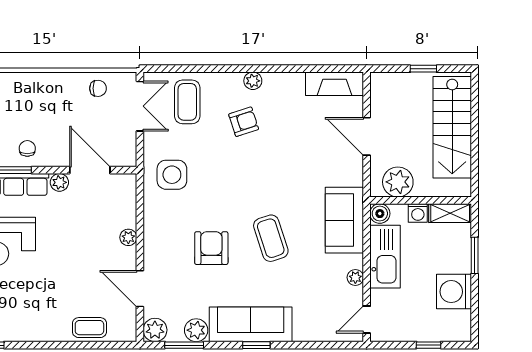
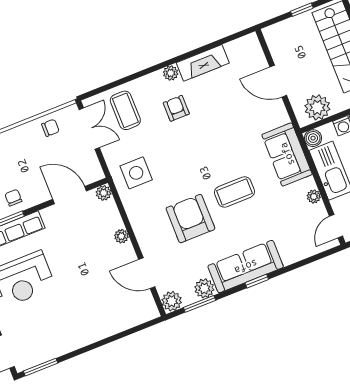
fireplace: (335, 84) -> (203, 63), moved
armchair: (244, 122) -> (176, 108), turned -72
plant: (59, 182) -> (104, 193), moved
coffee table: (271, 238) -> (234, 192), turned -72
armchair: (211, 248) -> (190, 219), width x1.36, depth x1.36
coffee table: (89, 328) -> (119, 320), removed

